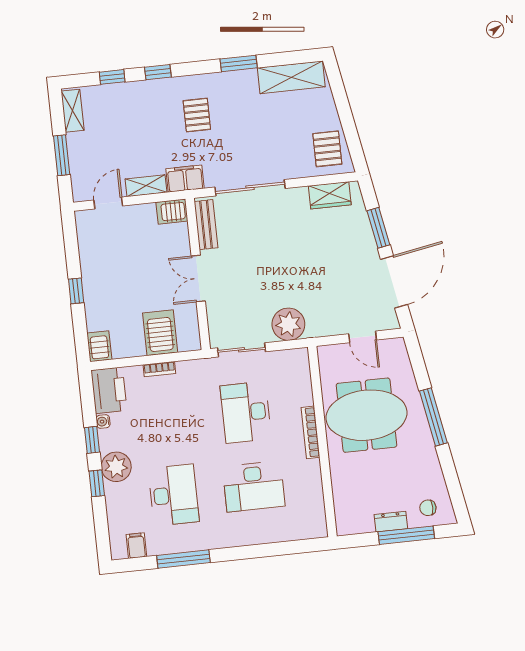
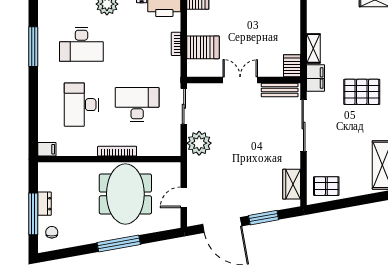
pallet: (197, 115) -> (362, 92), width x1.50, depth x1.42
door: (108, 203) -> (303, 19), removed
filing cabinet: (136, 546) -> (47, 149), moved

